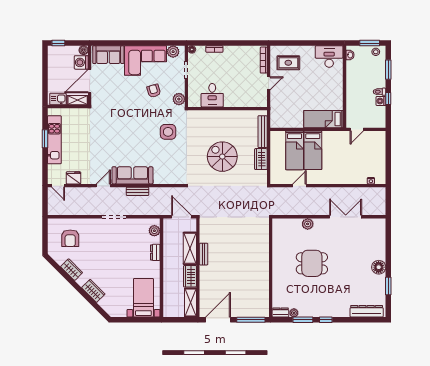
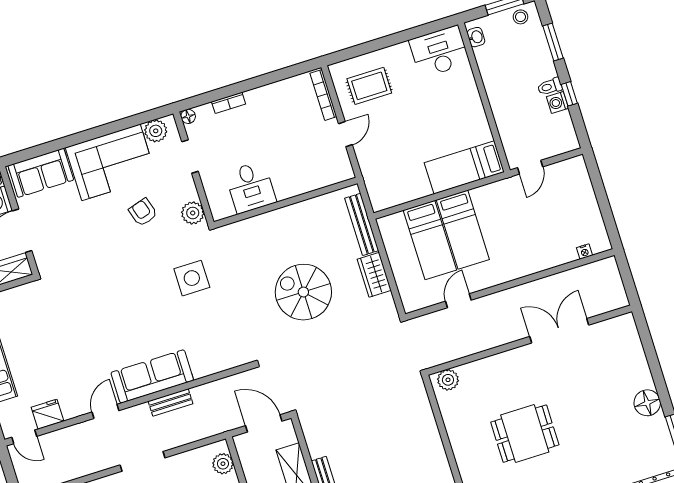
plant: (308, 224) -> (448, 380), moved

